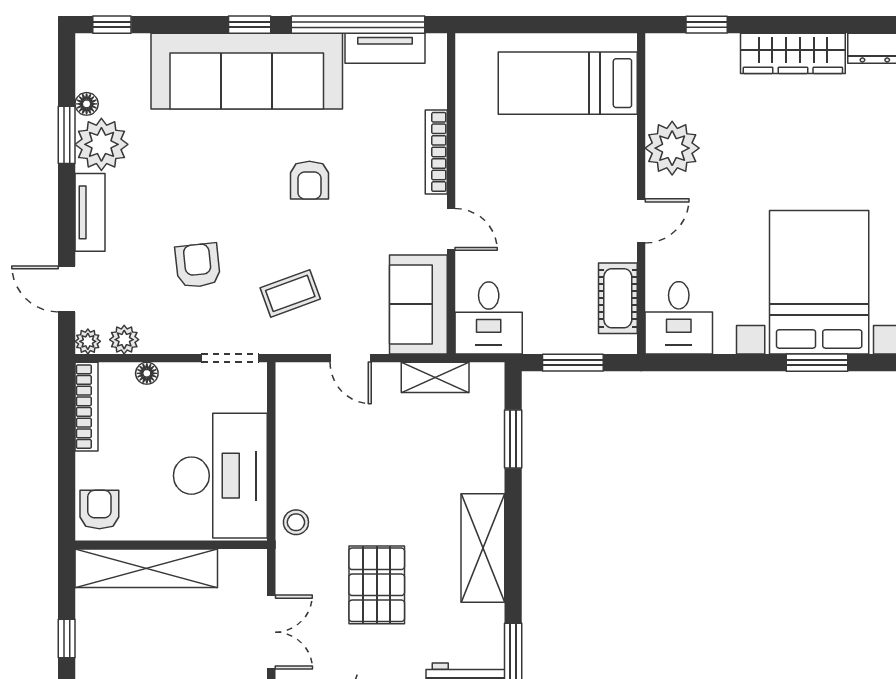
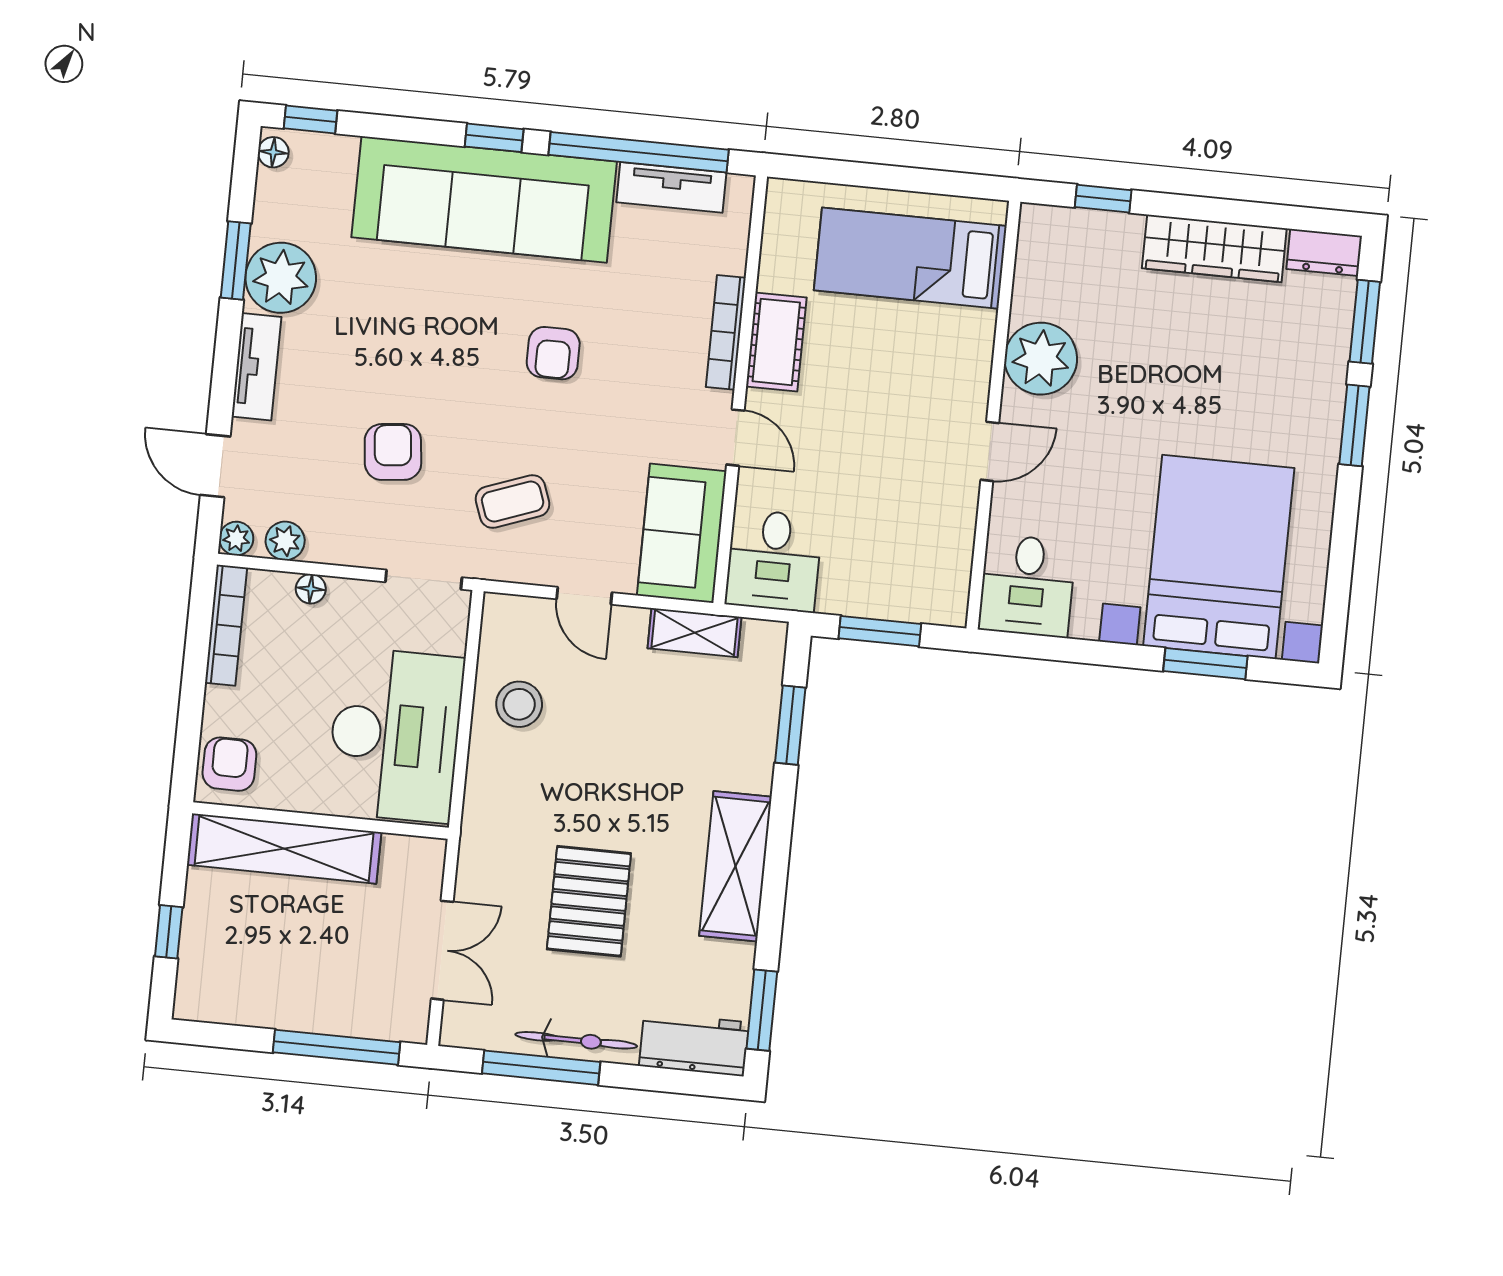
floor lamp: (87, 104) -> (273, 152), moved
cot: (618, 298) -> (776, 342), moved
stool: (296, 522) -> (519, 704), moved, width x1.37, depth x1.37

